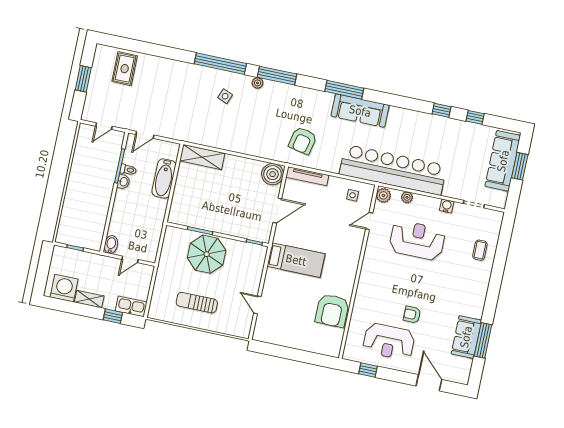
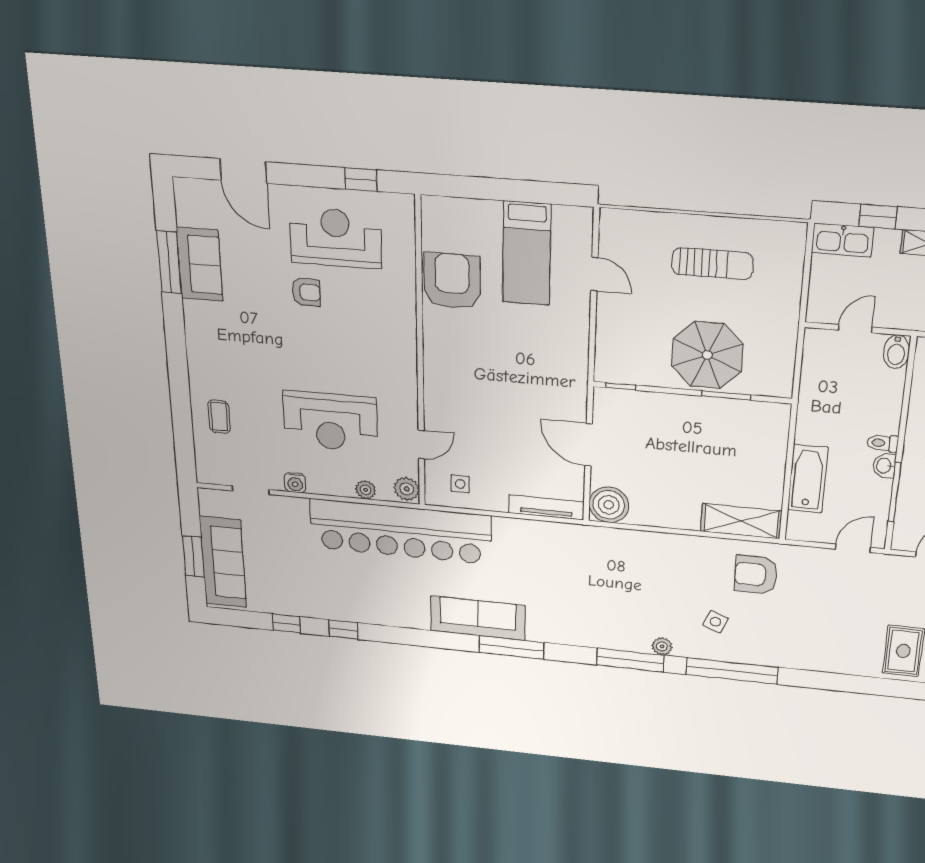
armchair: (303, 141) -> (756, 575), moved, turned -102
toilet: (128, 170) -> (883, 443), moved
door: (277, 211) -> (589, 445), hinge flipped
bed: (296, 260) -> (527, 253), moved, turned -90

